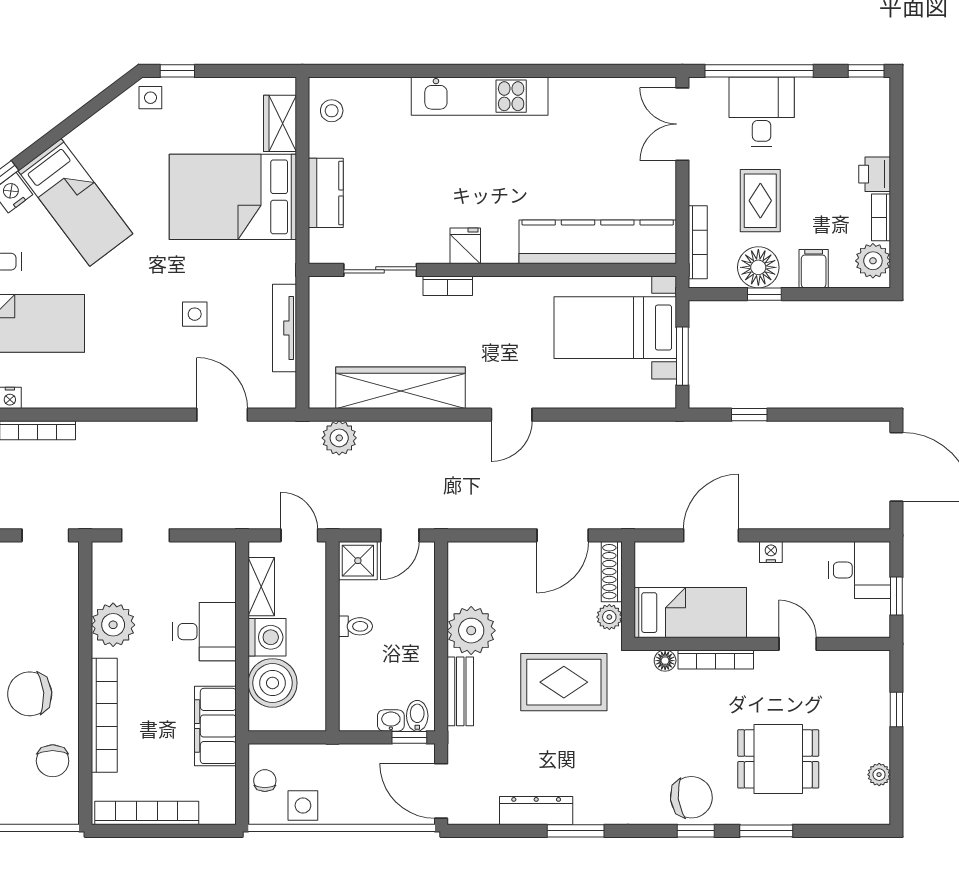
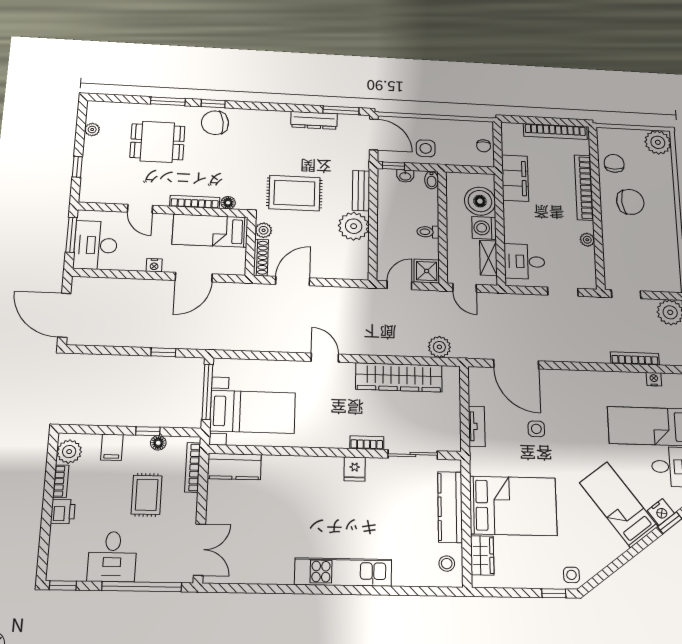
desk: (762, 112) -> (112, 557), moved
kitchen counter: (326, 193) -> (450, 507), width x1.50
kitchen counter: (598, 242) -> (234, 467), width x0.48, depth x0.86
floor lamp: (758, 267) -> (158, 443), width x0.53, depth x0.53
tv unit: (284, 328) -> (477, 426), width x0.71
window: (682, 356) -> (207, 392), width x1.44
door: (222, 415) -> (516, 364), width x1.36
door: (512, 415) -> (325, 358), hinge flipped
desk: (859, 570) -> (96, 245), width x1.37
window: (896, 596) -> (71, 235), width x1.50
plant: (113, 625) -> (587, 240), width x0.53, depth x0.53
desk: (205, 632) -> (524, 262), moved
bidet: (417, 716) -> (432, 180), moved
side table: (303, 805) -> (426, 148), moved
window: (576, 831) -> (341, 110), moved

